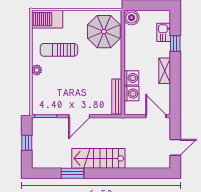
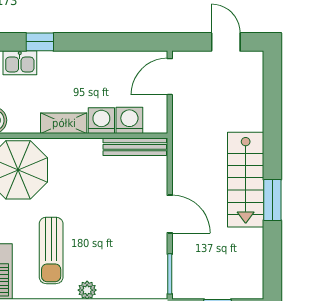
shelving: (165, 71) -> (64, 123), moved
window: (72, 173) -> (272, 200), moved

